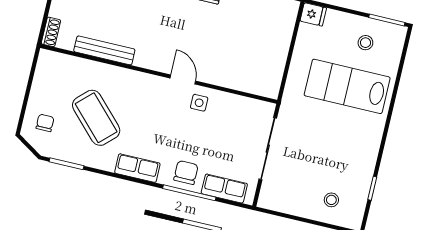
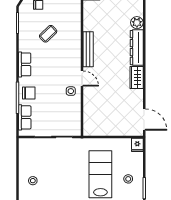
bench: (104, 50) -> (88, 49), moved
door: (183, 80) -> (82, 79), hinge flipped
coffee table: (96, 118) -> (48, 34), width x0.54, depth x0.58

